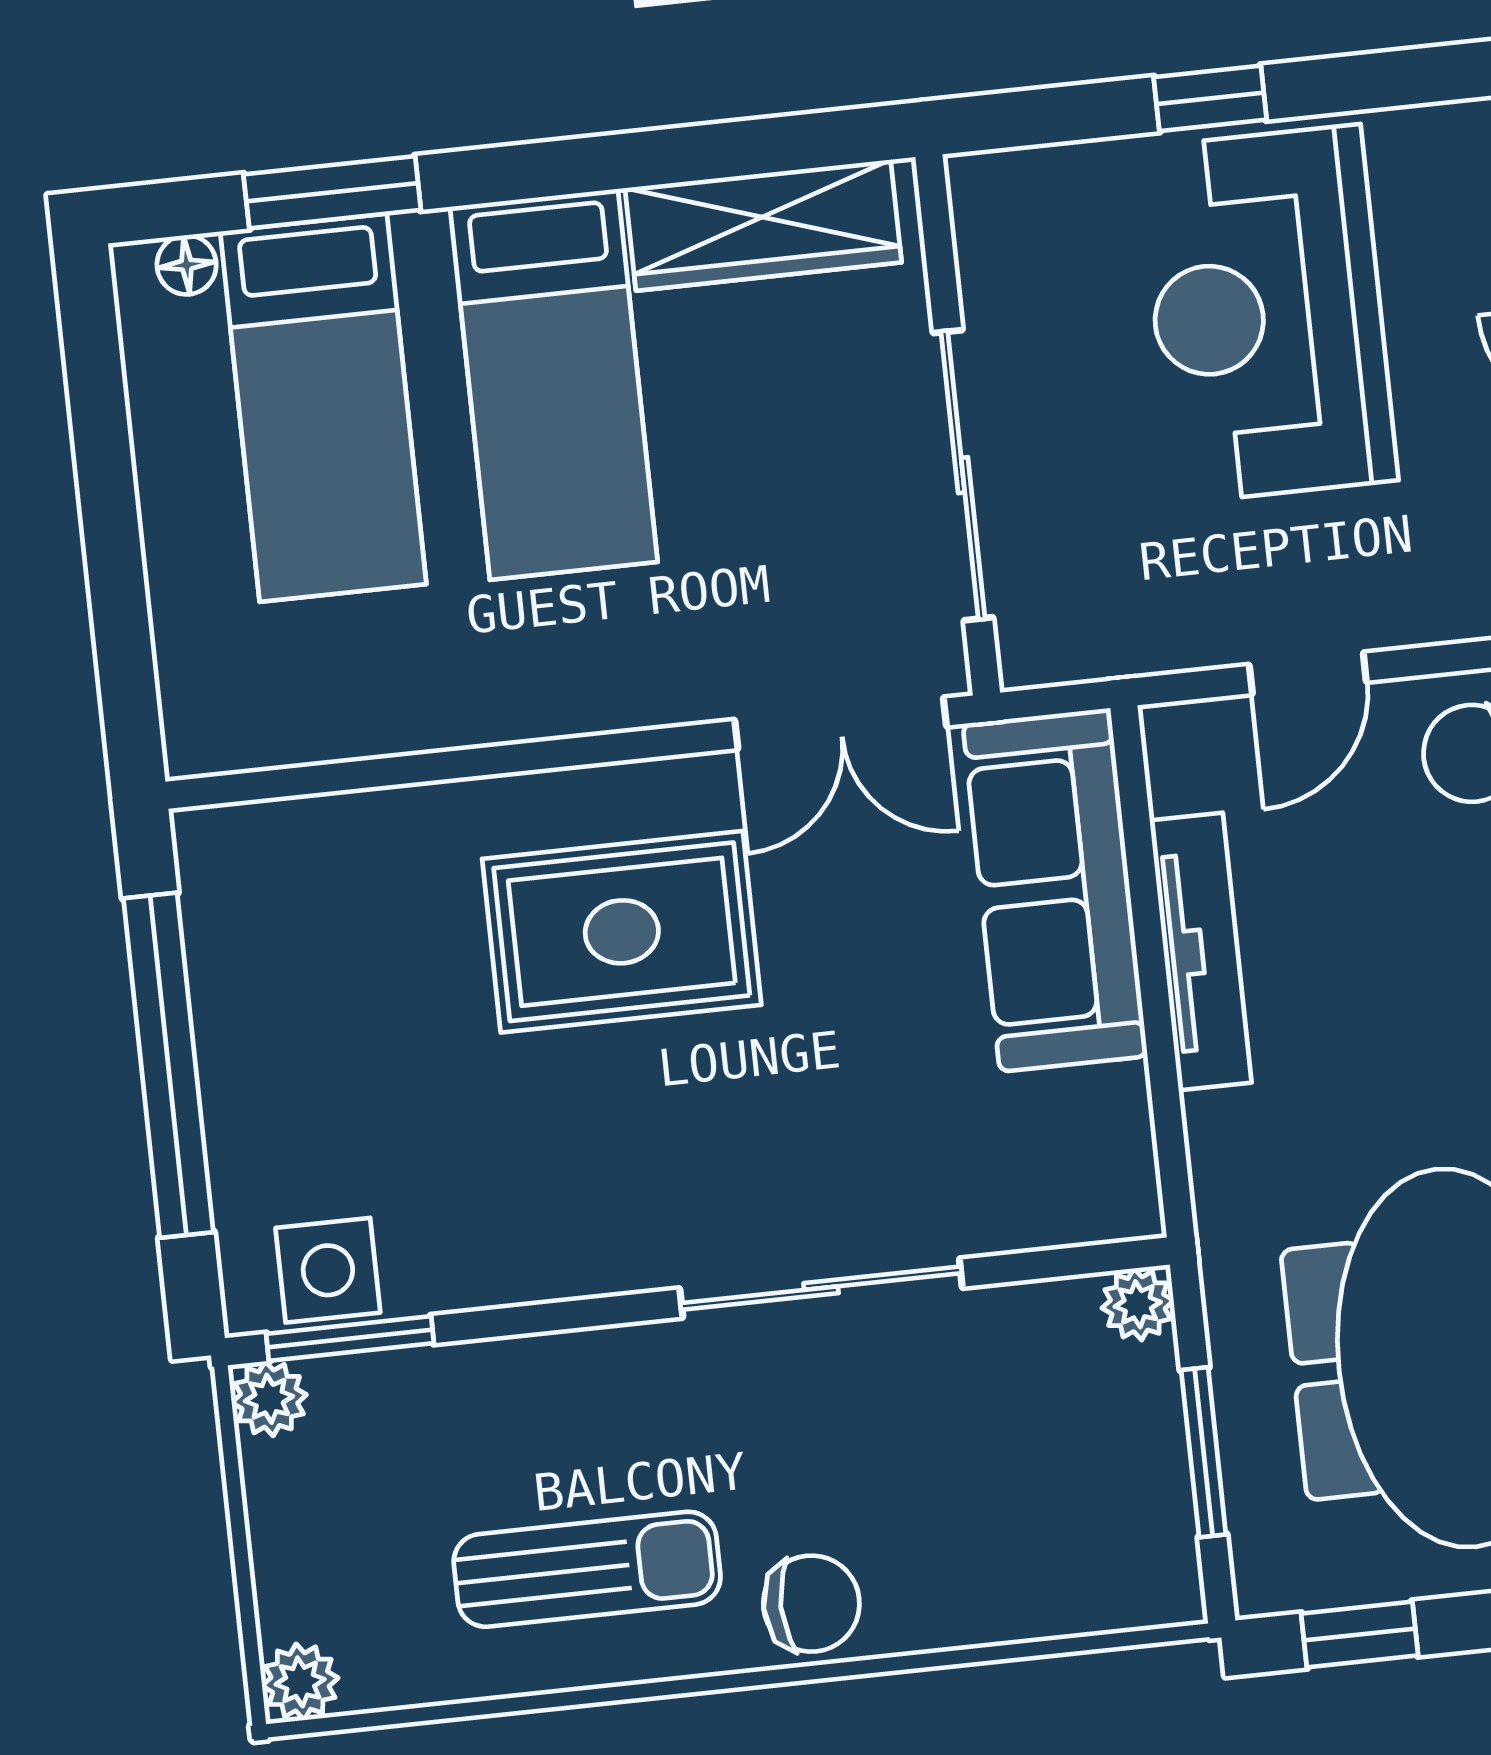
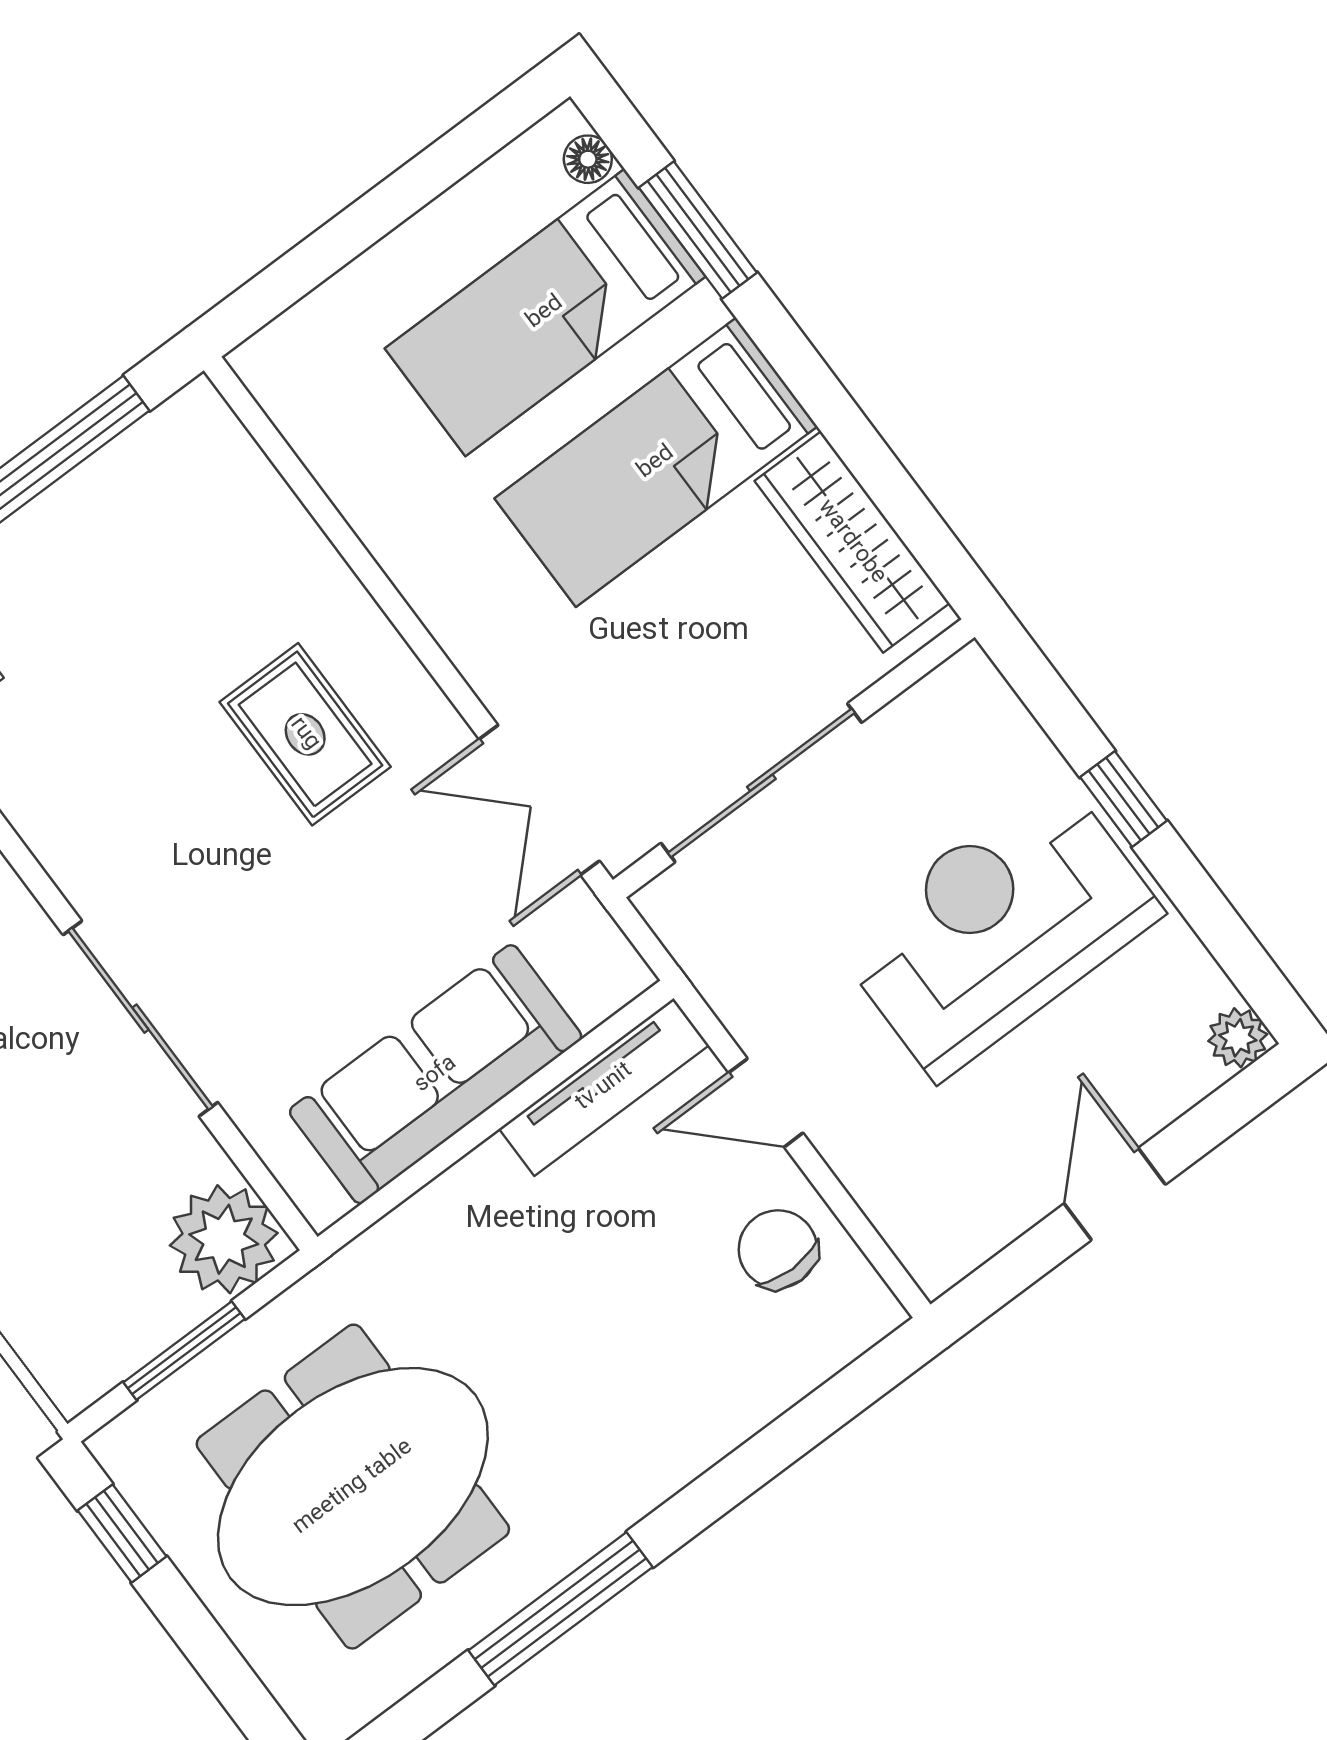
sofa: (1055, 890) -> (436, 1074), moved
rug: (622, 932) -> (305, 734), width x0.73, depth x0.70
tv unit: (1201, 951) -> (604, 1087), moved
plant: (1138, 1304) -> (224, 1239), width x1.88, depth x1.88

